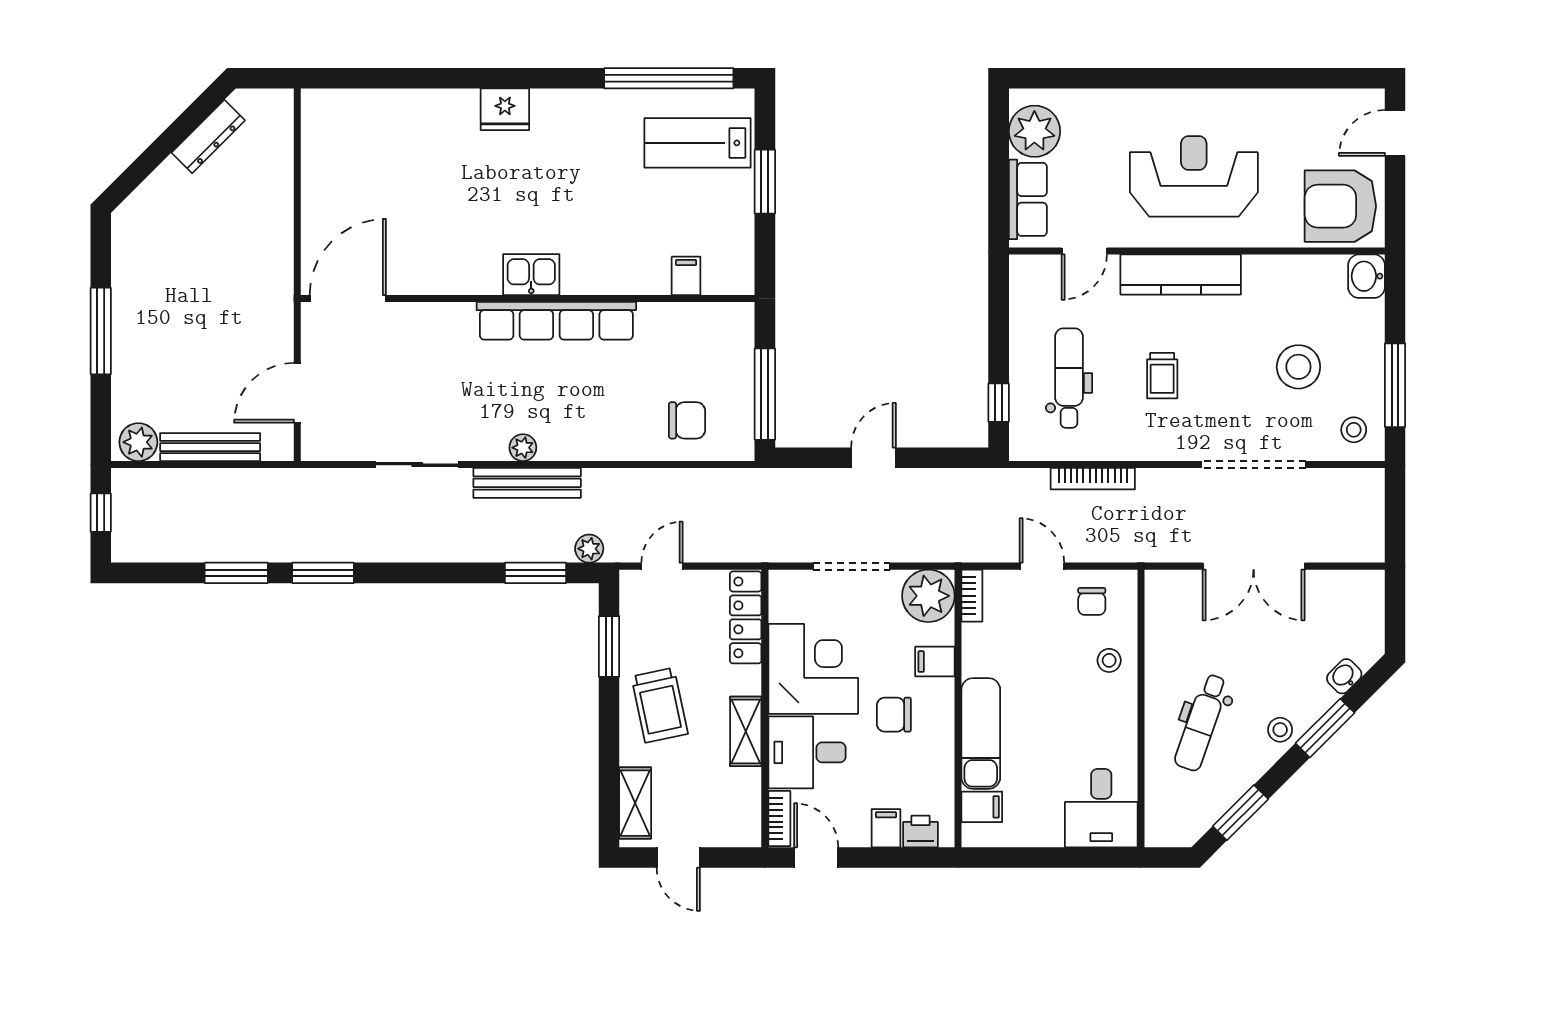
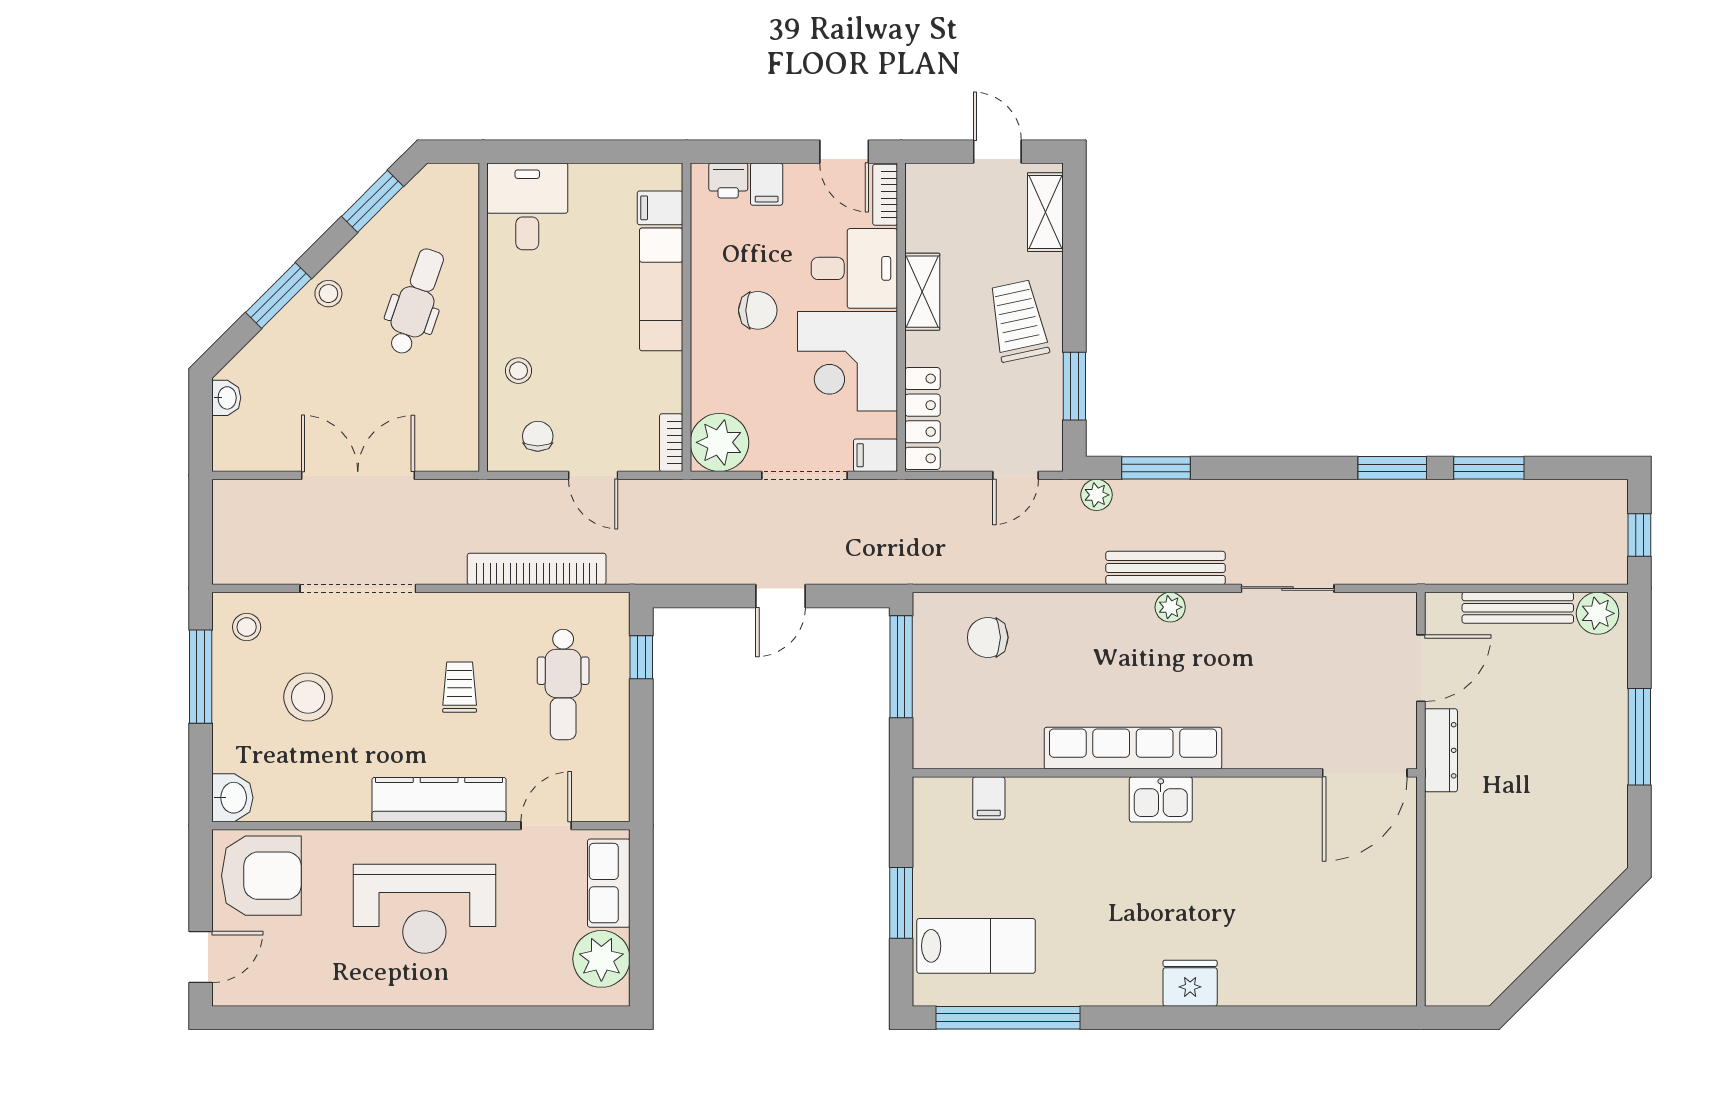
dresser: (208, 137) -> (1441, 750), moved, turned 135
bookcase: (1093, 479) -> (537, 569), width x1.48, depth x1.31
filing cabinet: (935, 662) -> (875, 455), moved, turned 180
washbasin: (1344, 676) -> (226, 398), moved, turned -45

